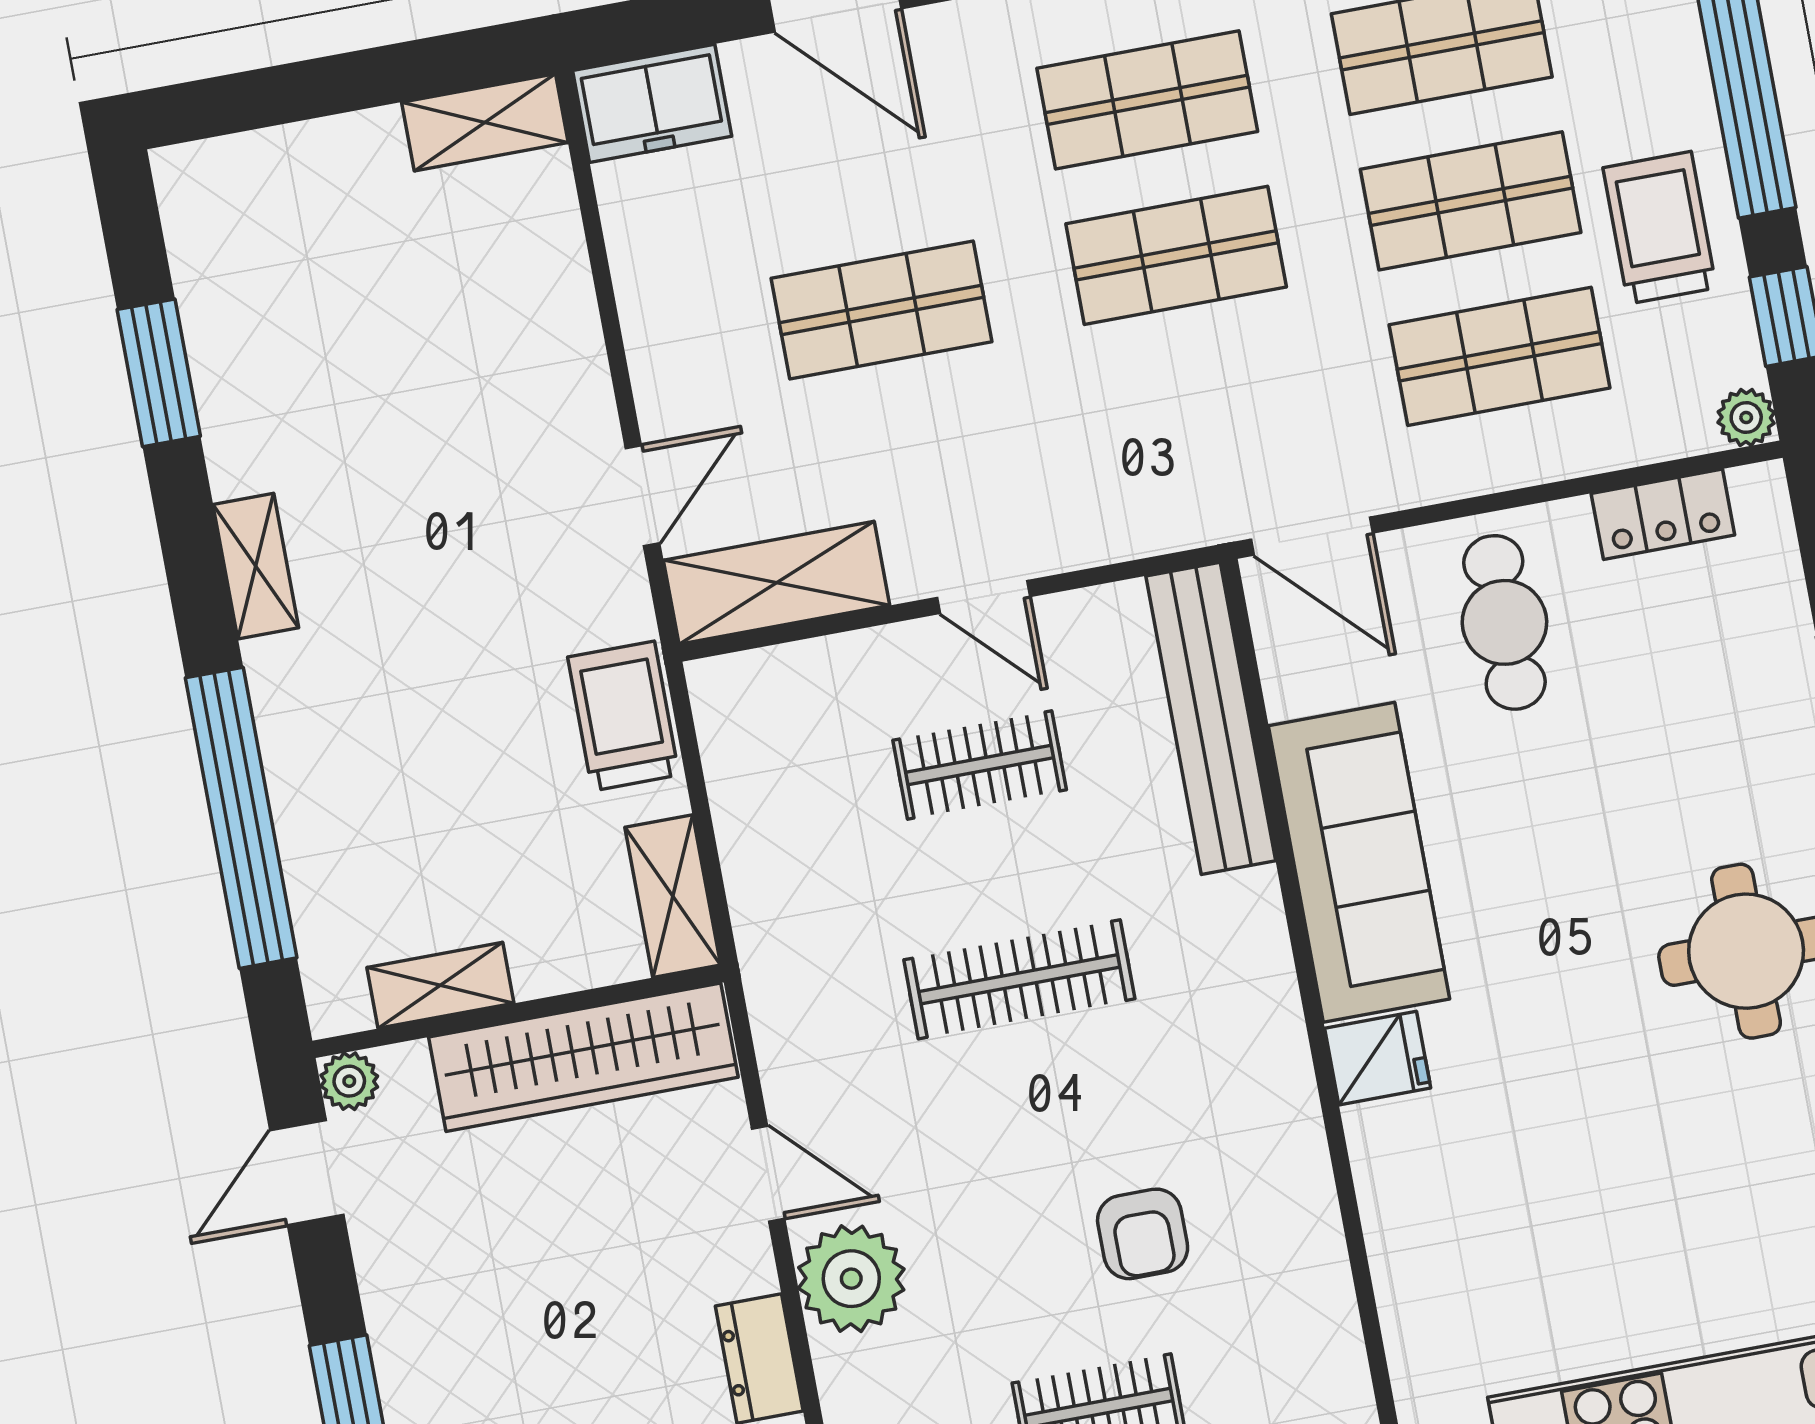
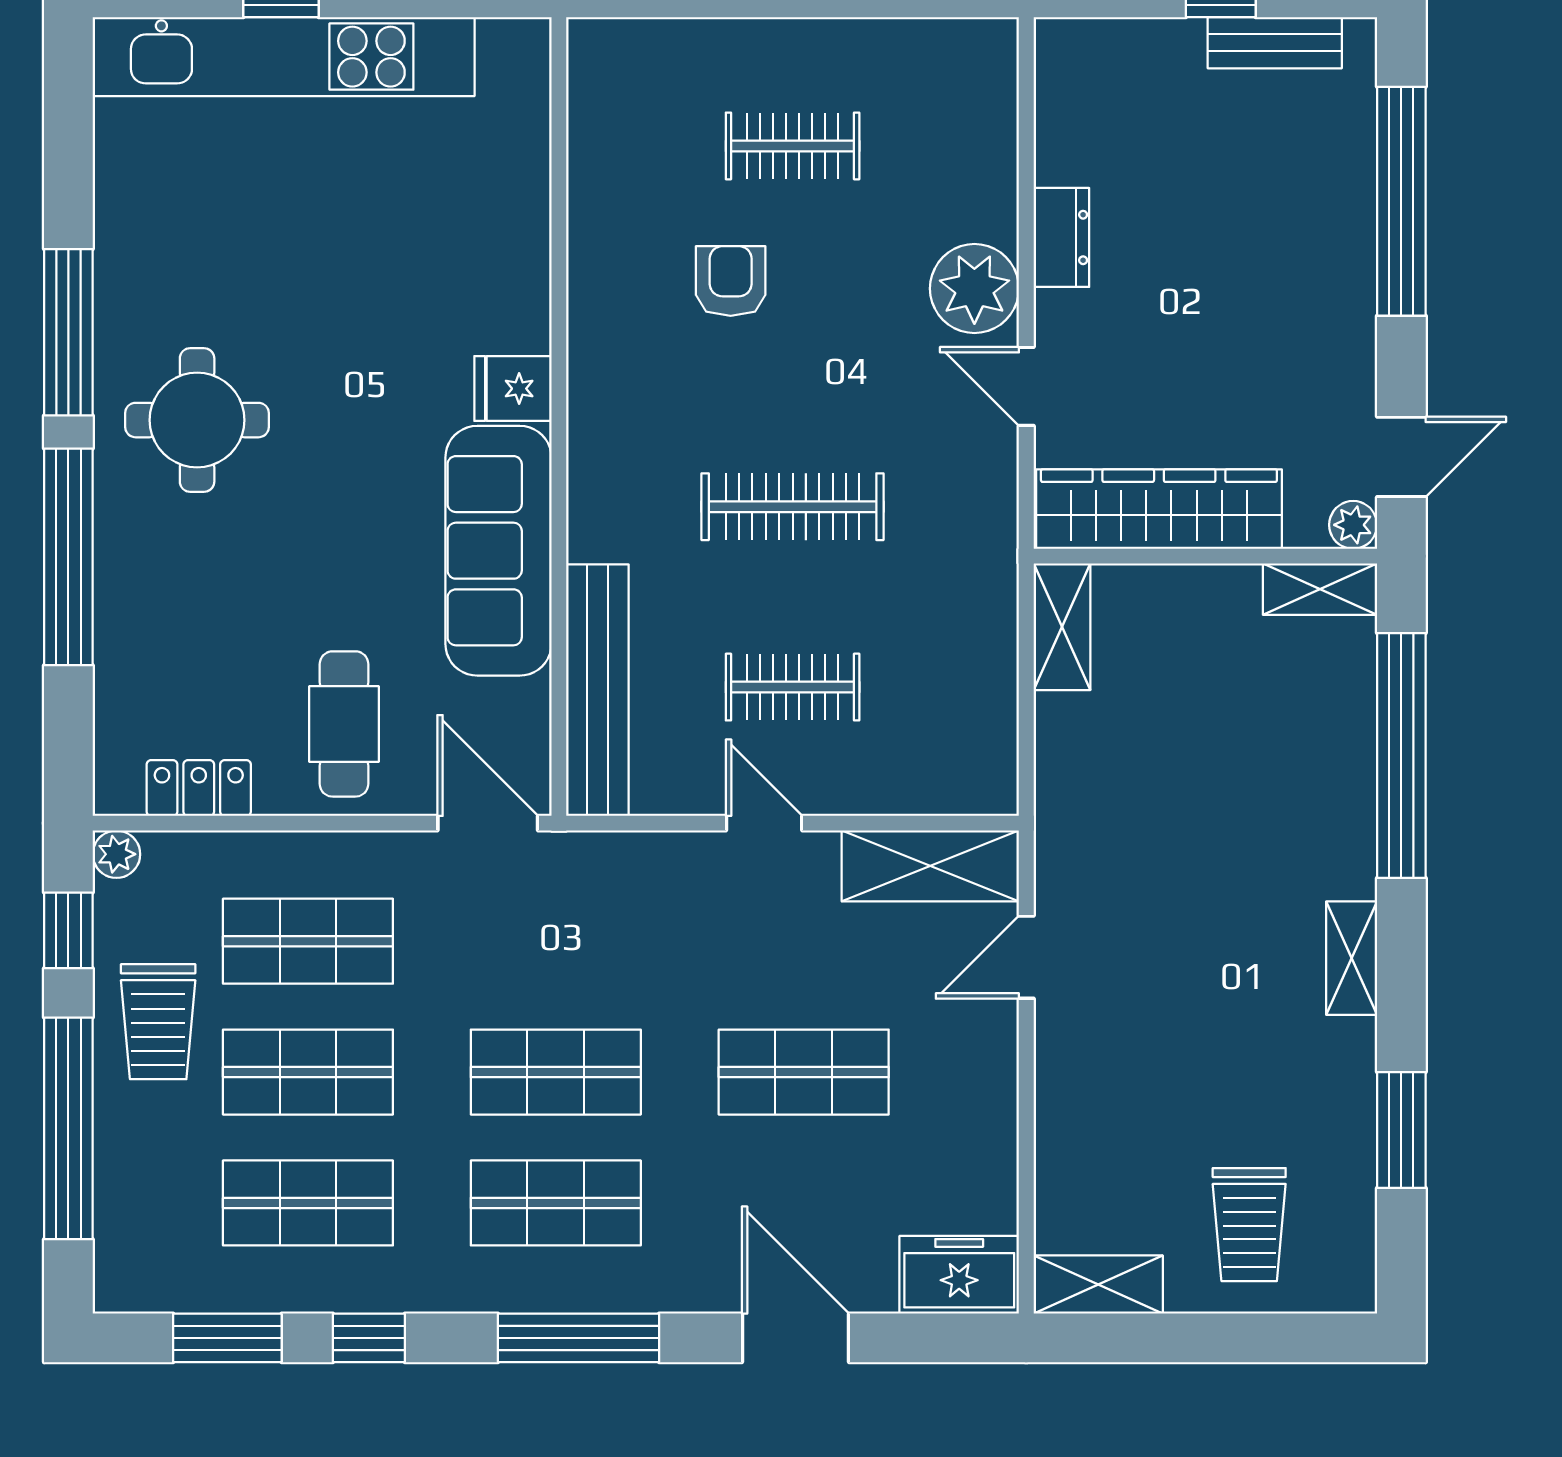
trolley: (623, 716) -> (1249, 1225), moved
shelving: (440, 985) -> (1320, 589), moved

